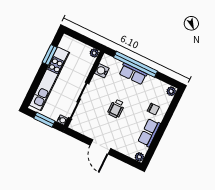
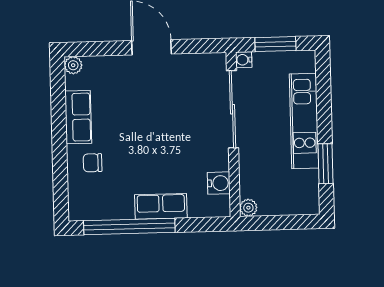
window: (136, 64) -> (129, 226), moved
kitchen unit: (49, 79) -> (304, 121), width x0.73
plant: (171, 91) -> (77, 211), removed
wheelchair: (116, 109) -> (159, 130), removed

